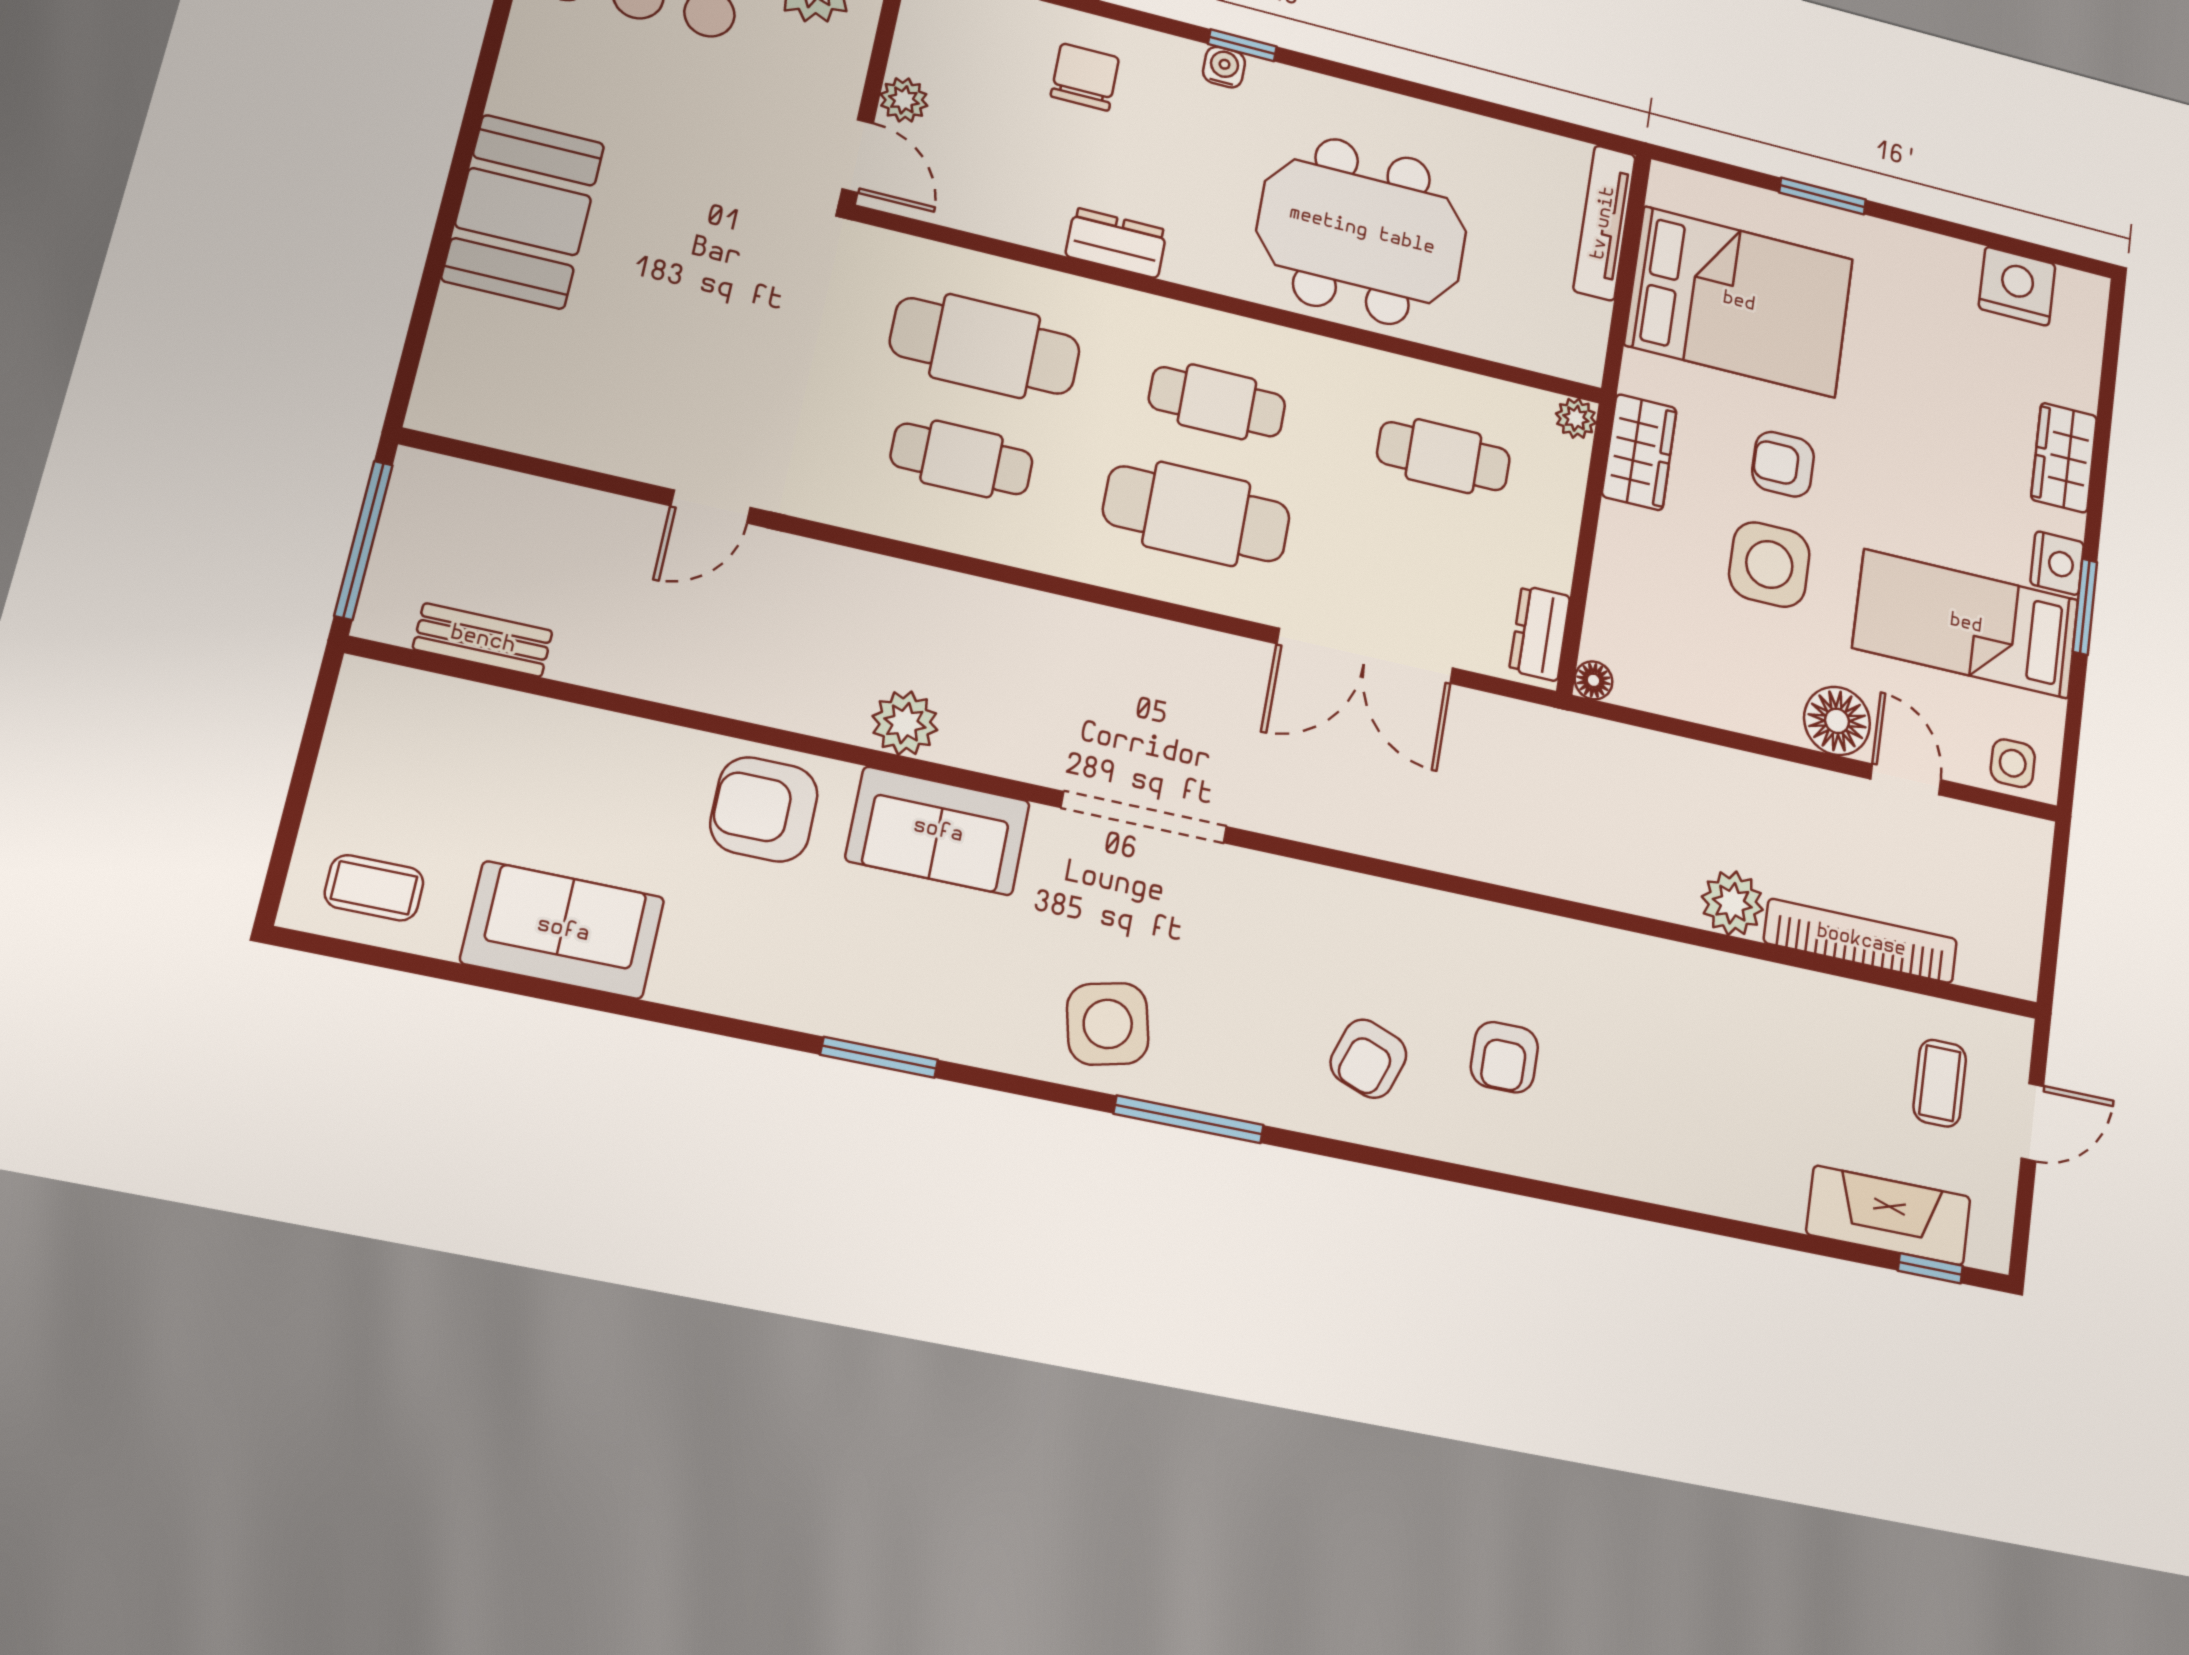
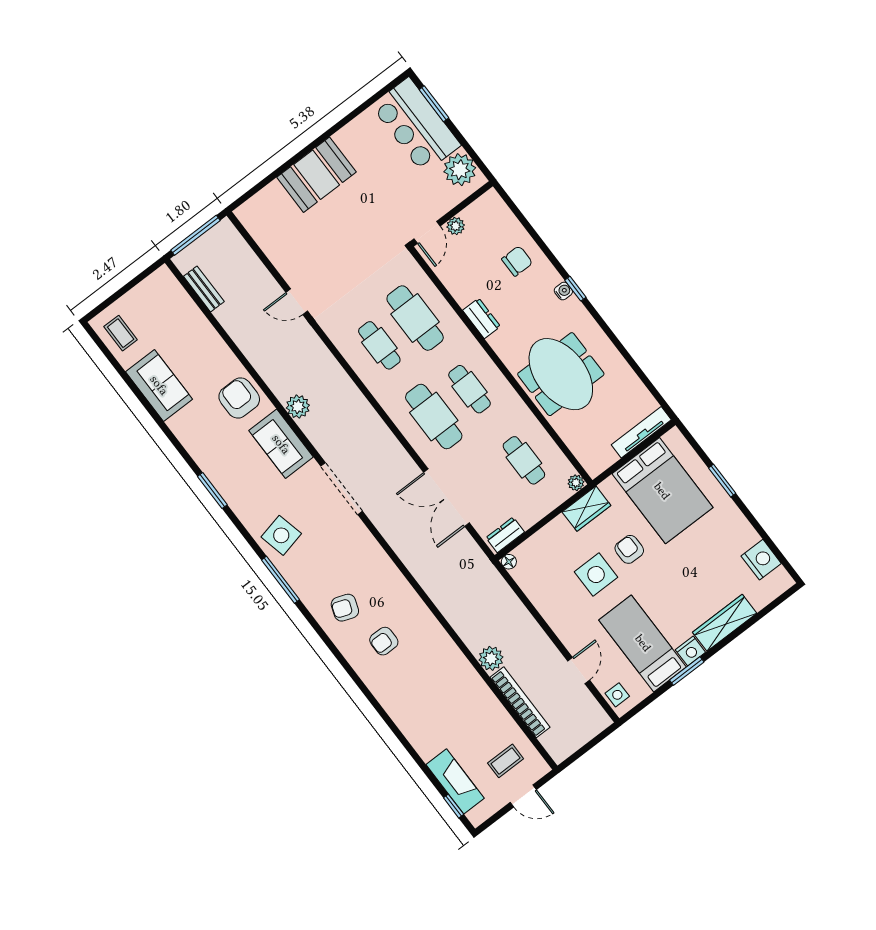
wardrobe: (2064, 458) -> (725, 623), width x1.50
floor lamp: (1837, 721) -> (573, 636), removed

